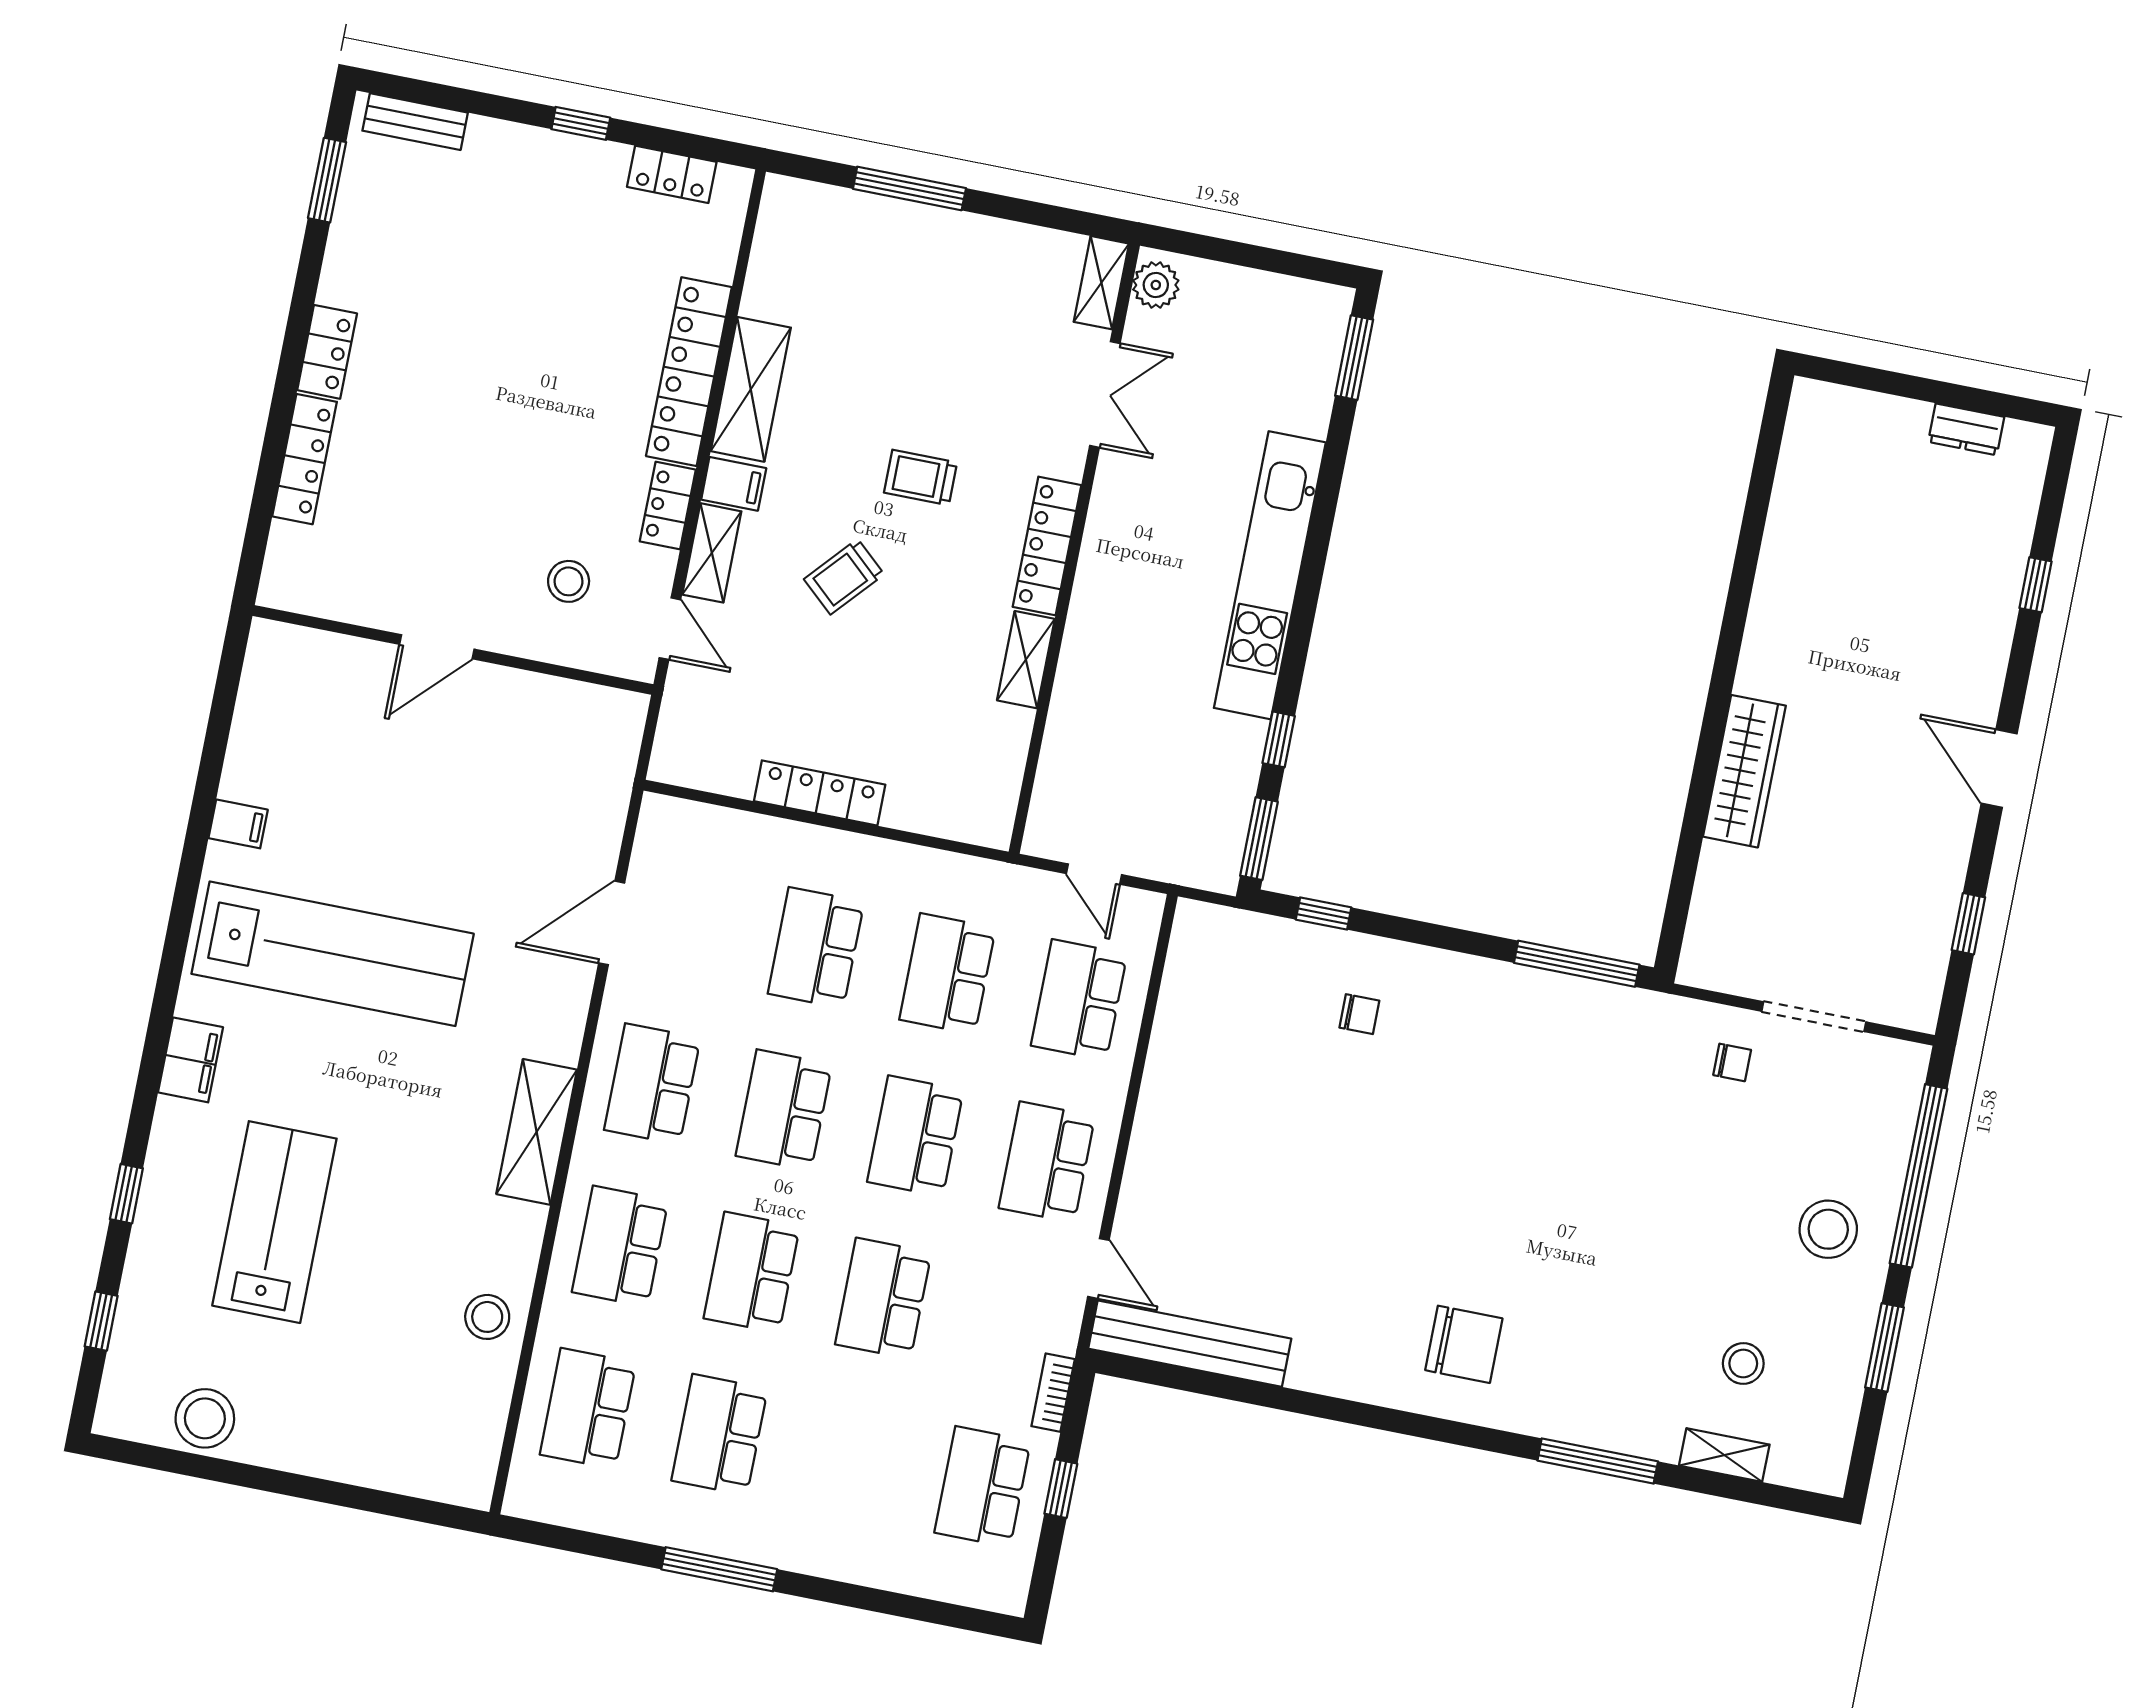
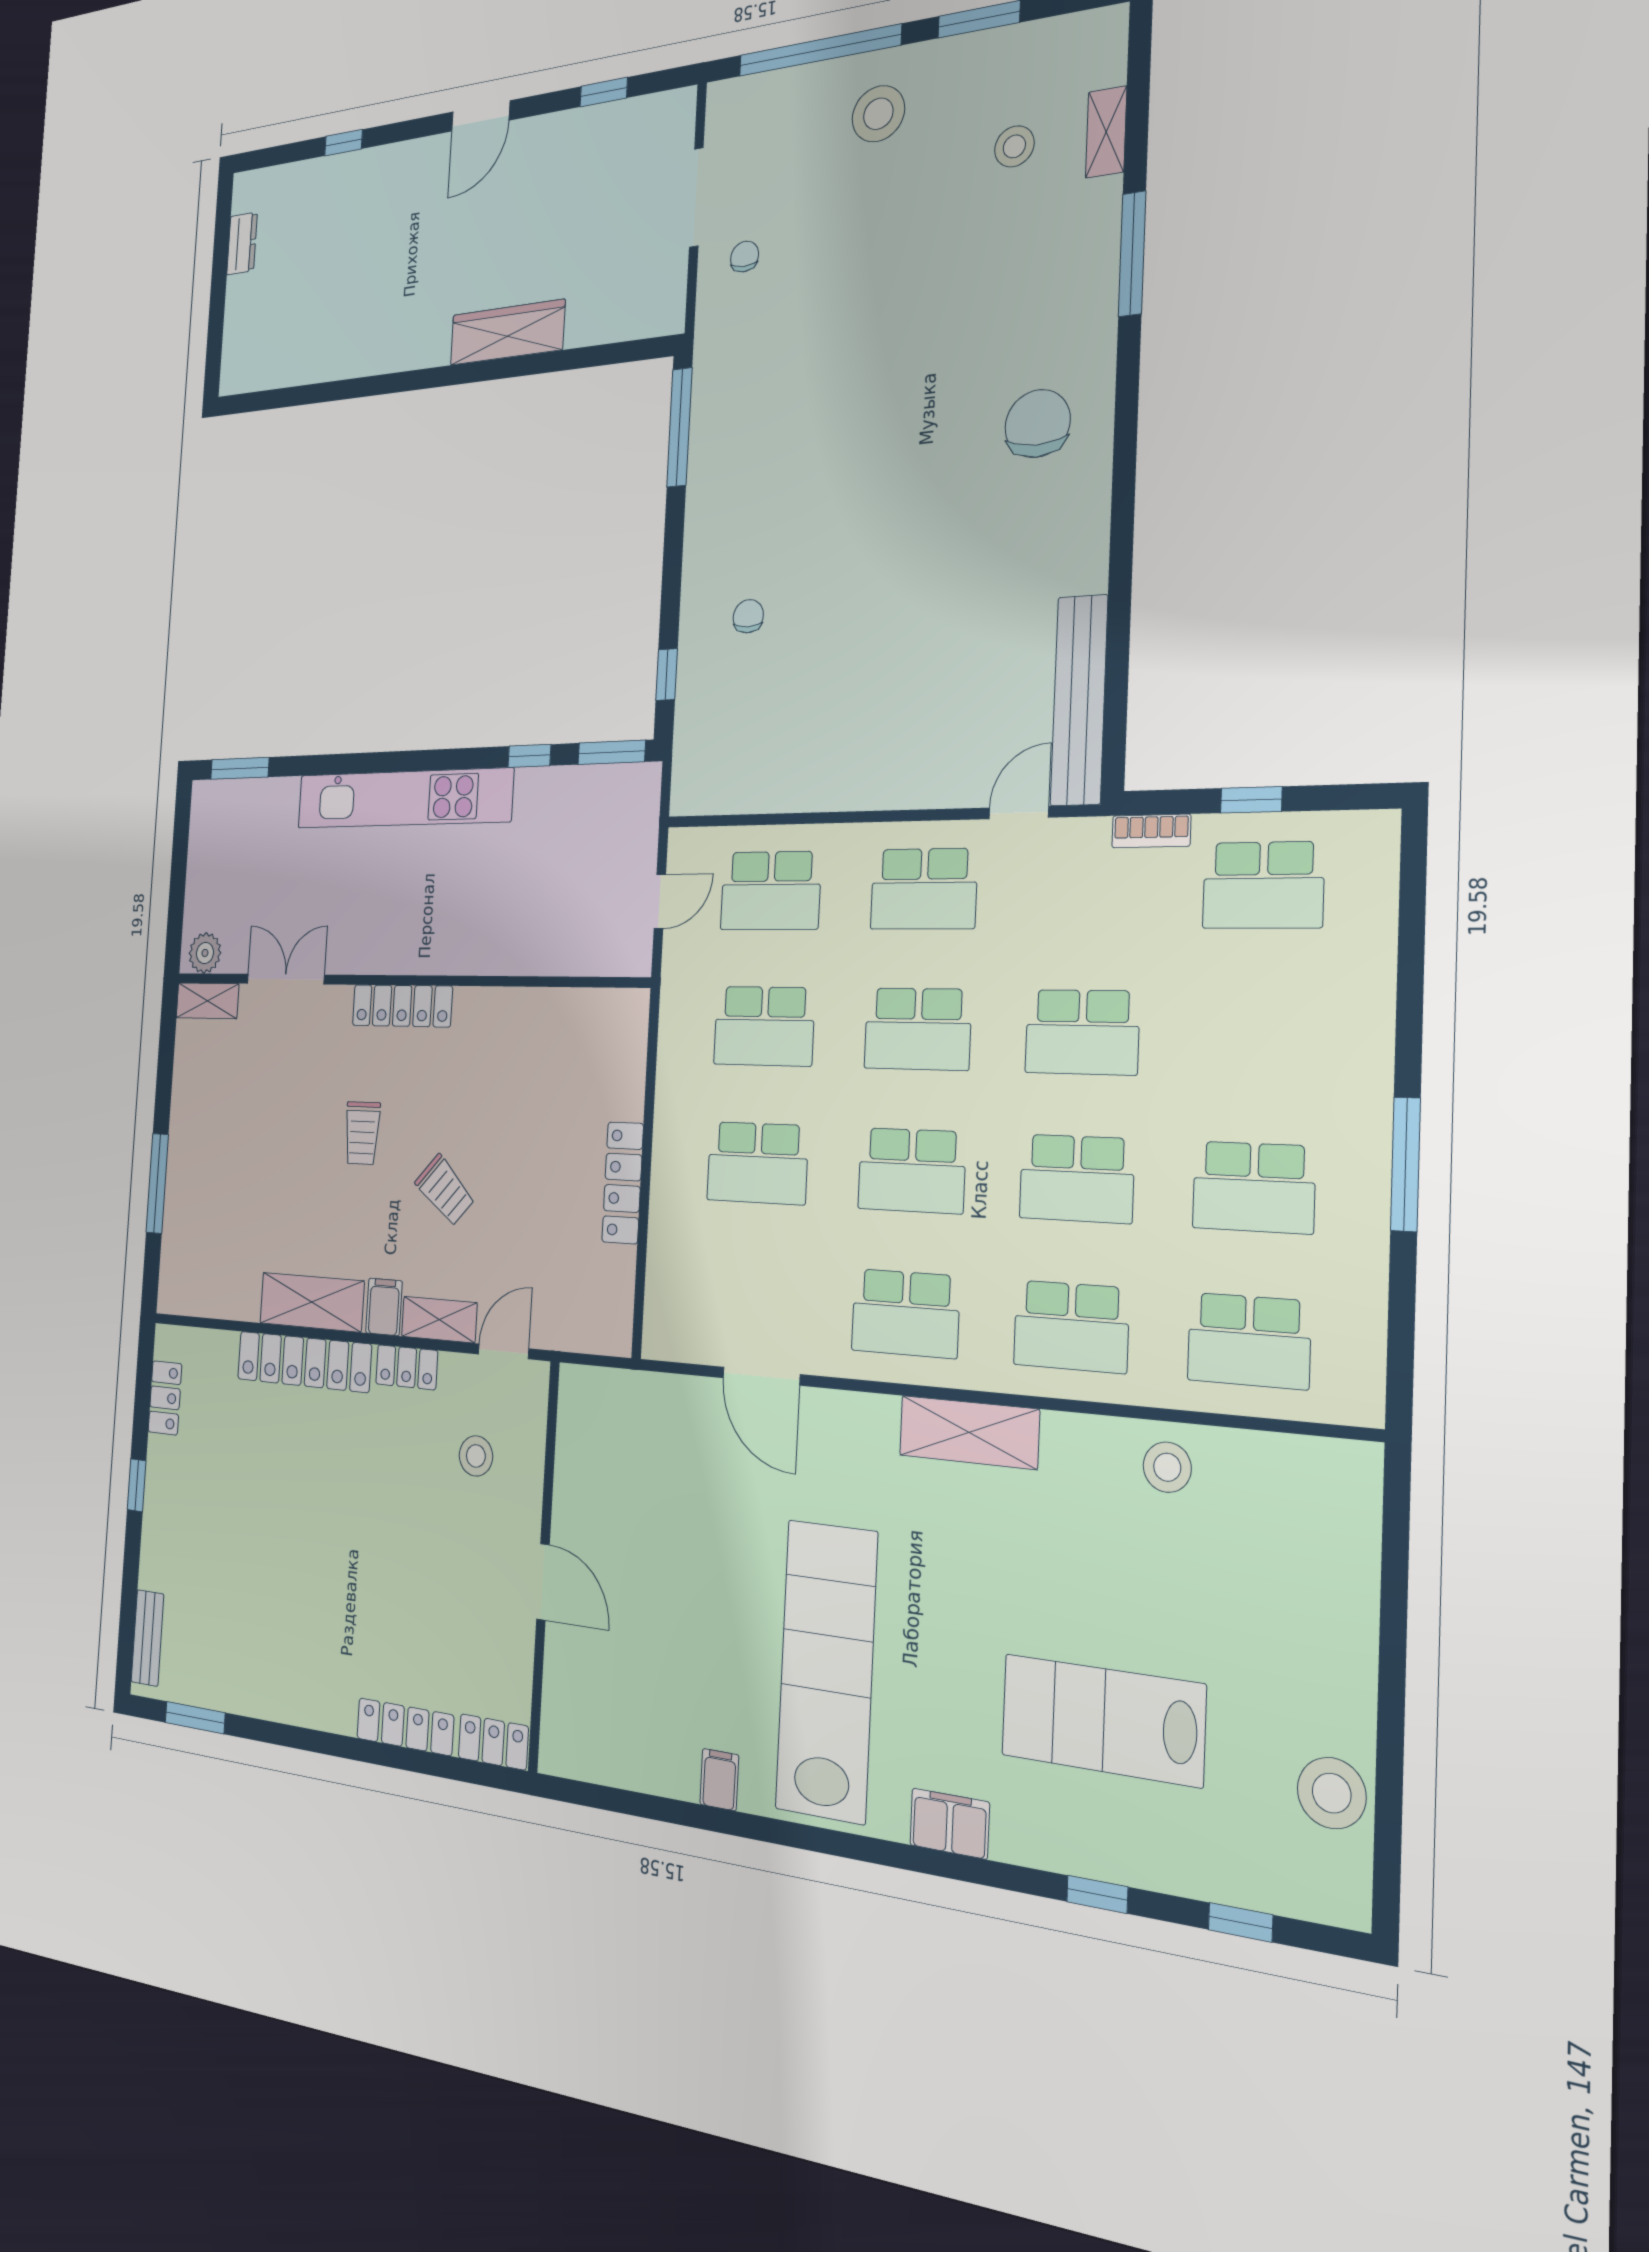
locker: (327, 352) -> (493, 1742), moved
shelving: (1026, 660) -> (492, 1006), removed

